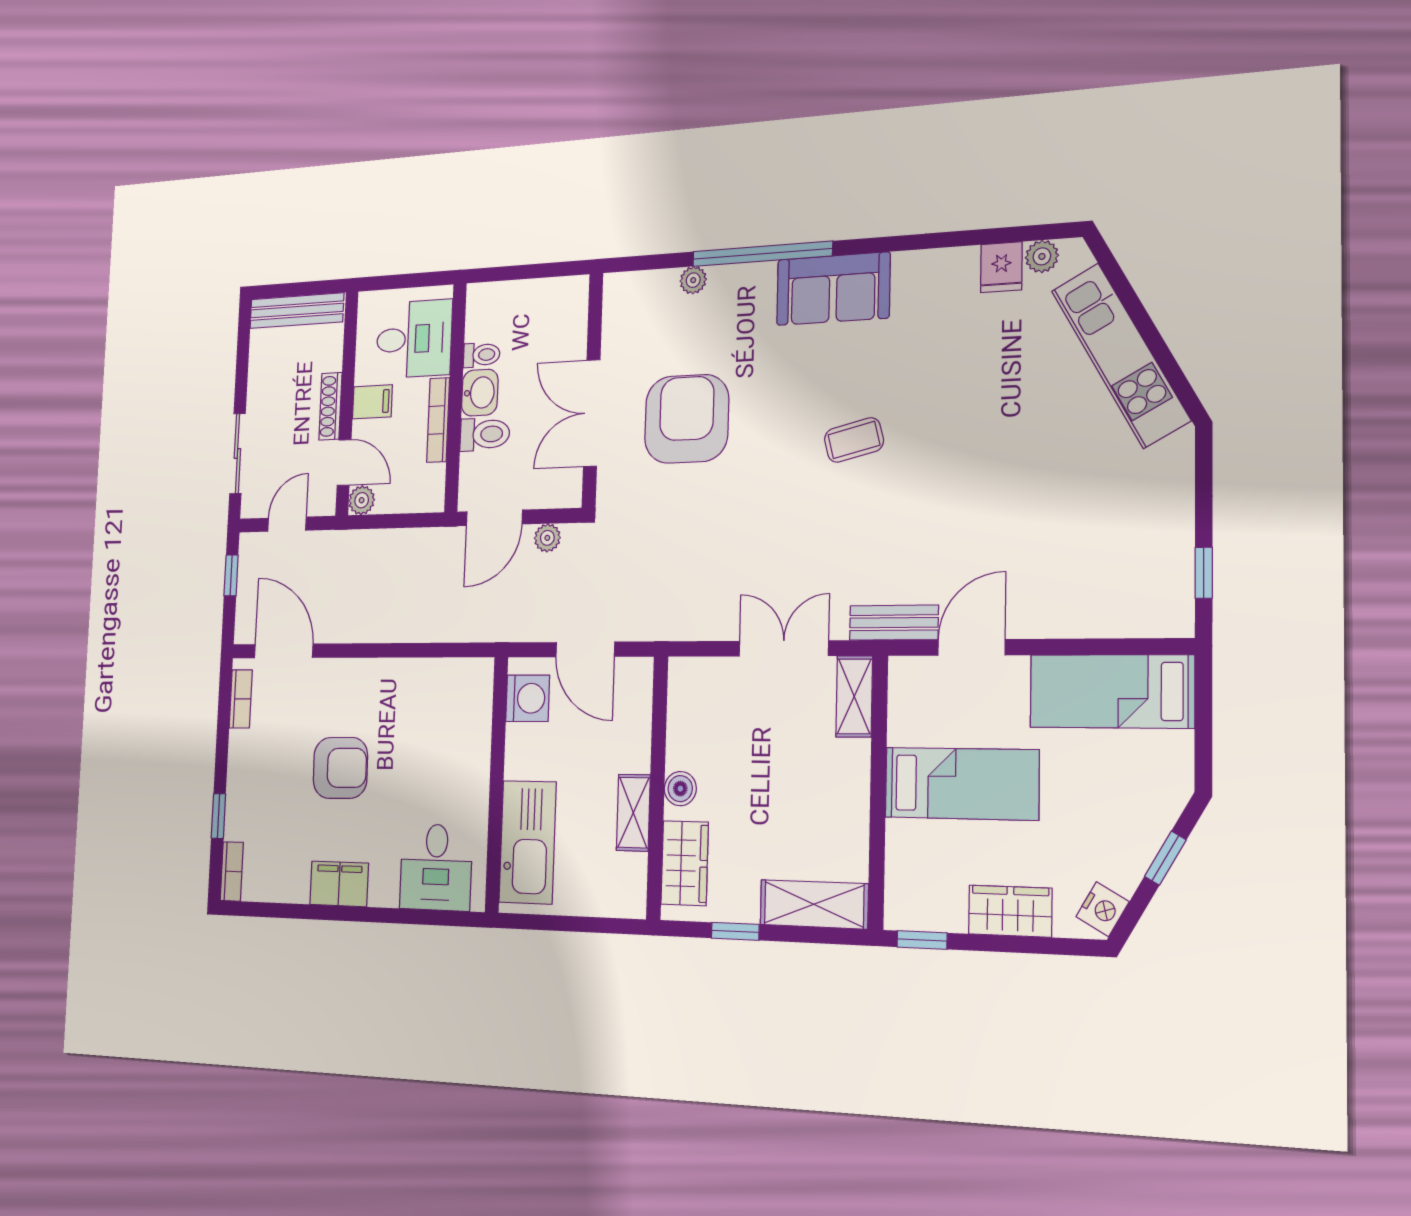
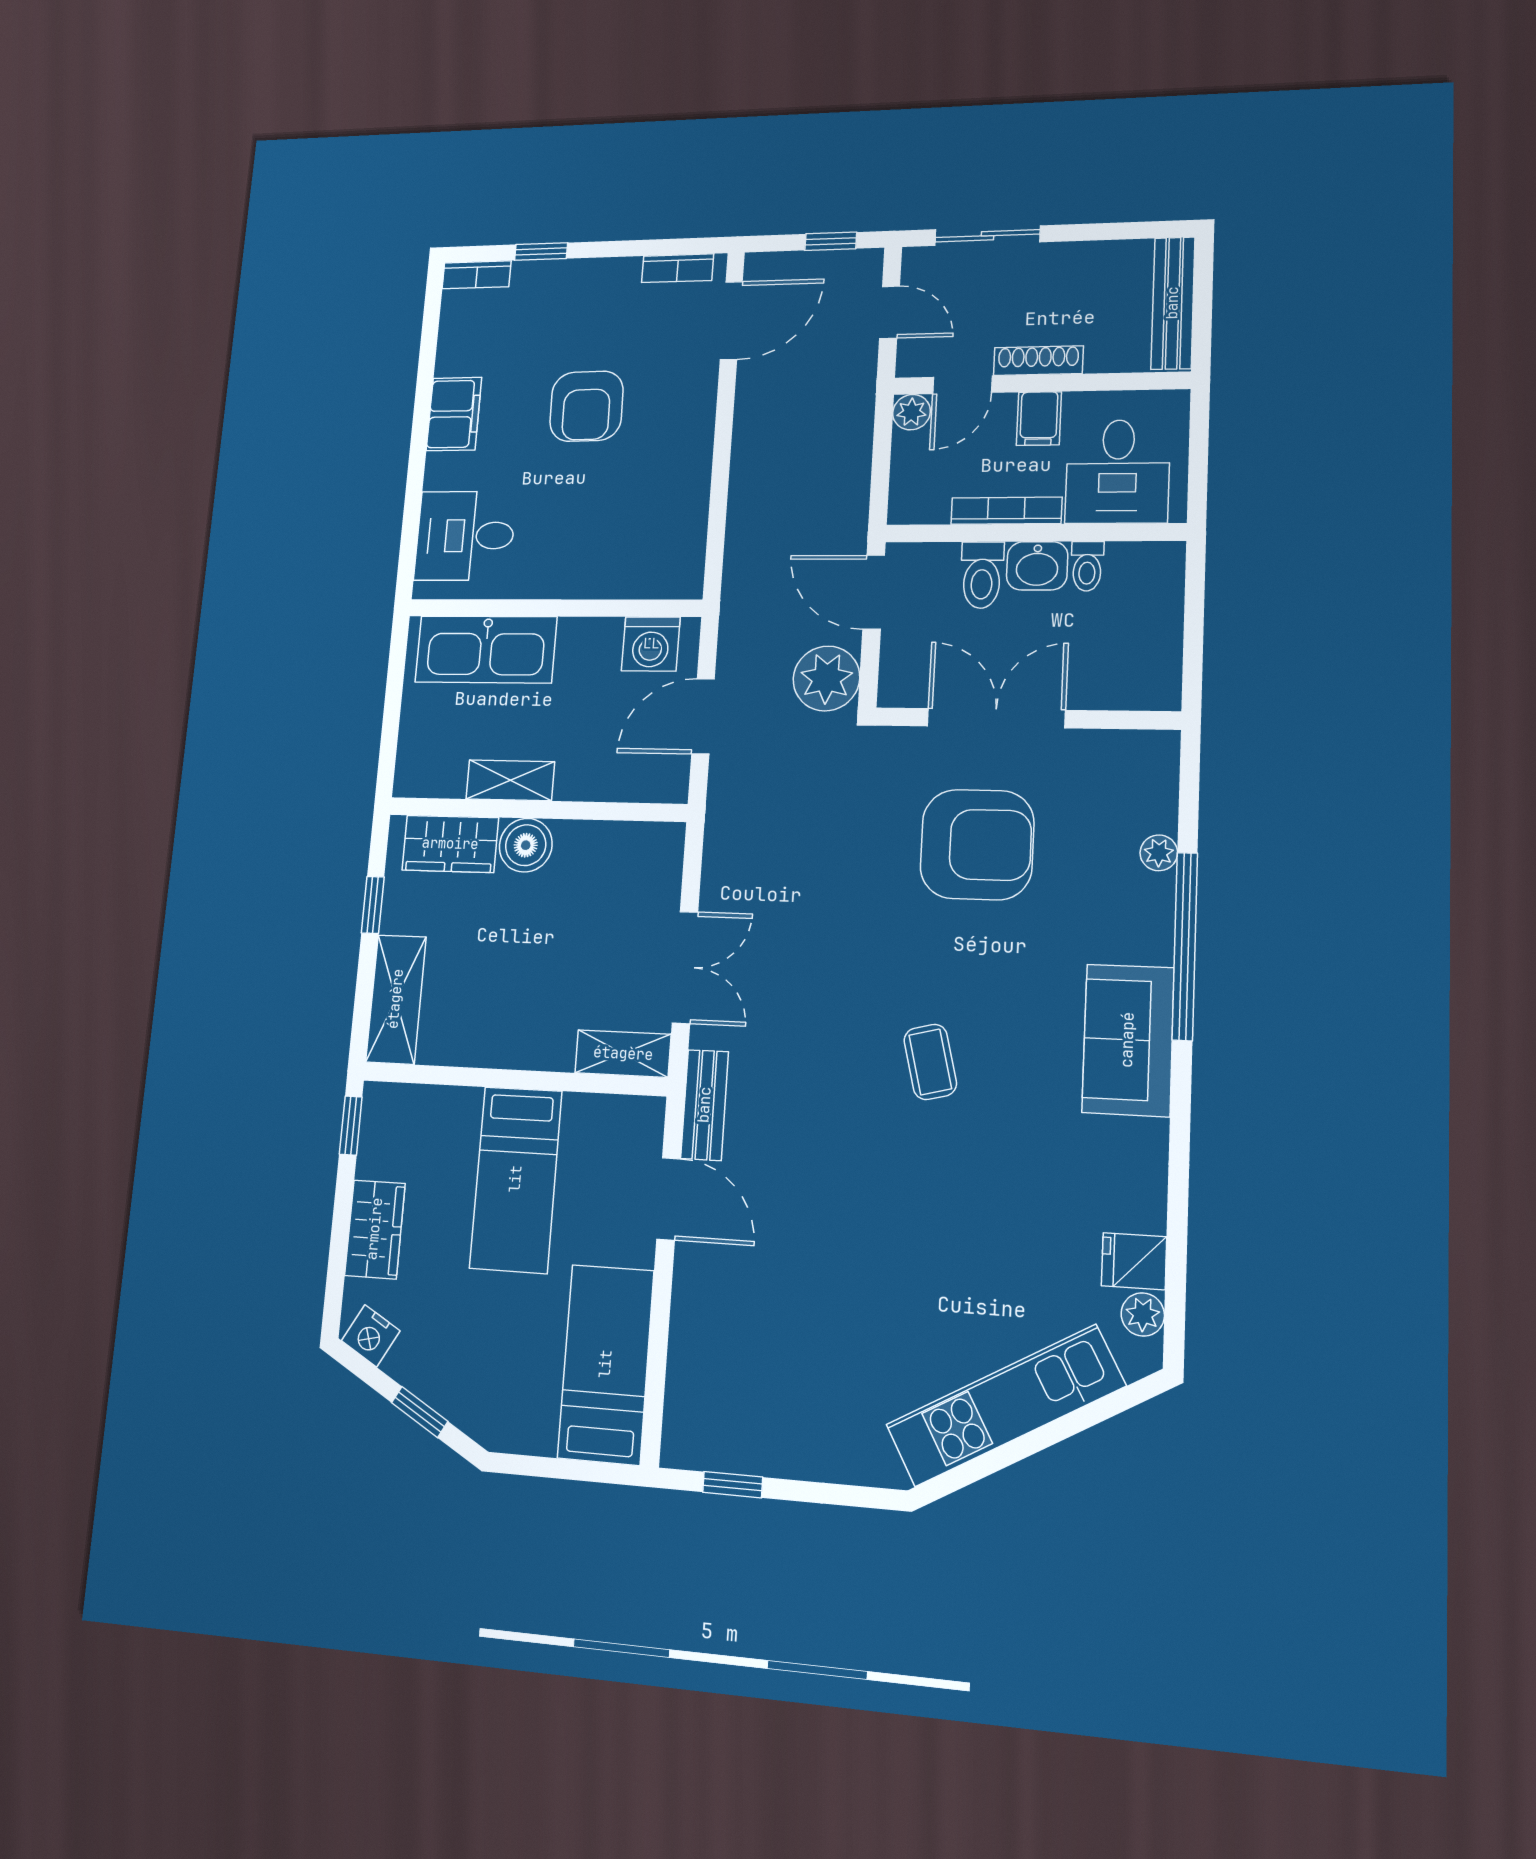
plant: (547, 538) -> (826, 678), width x1.88, depth x1.88
boiler: (680, 789) -> (526, 845), width x1.36, depth x1.36

